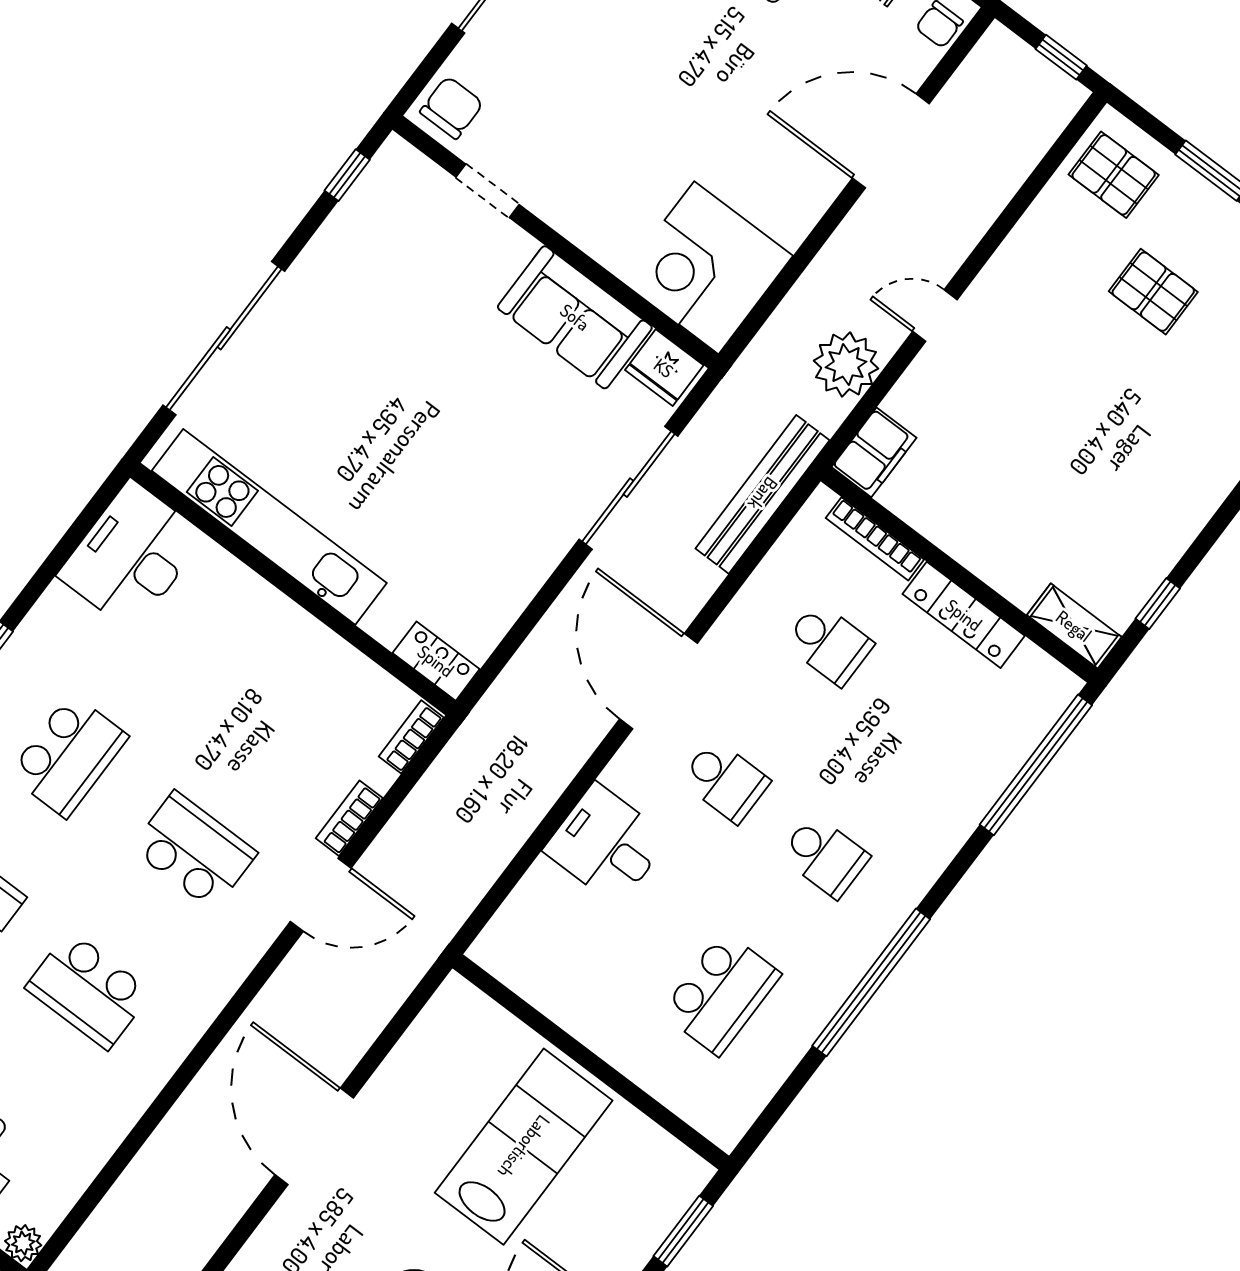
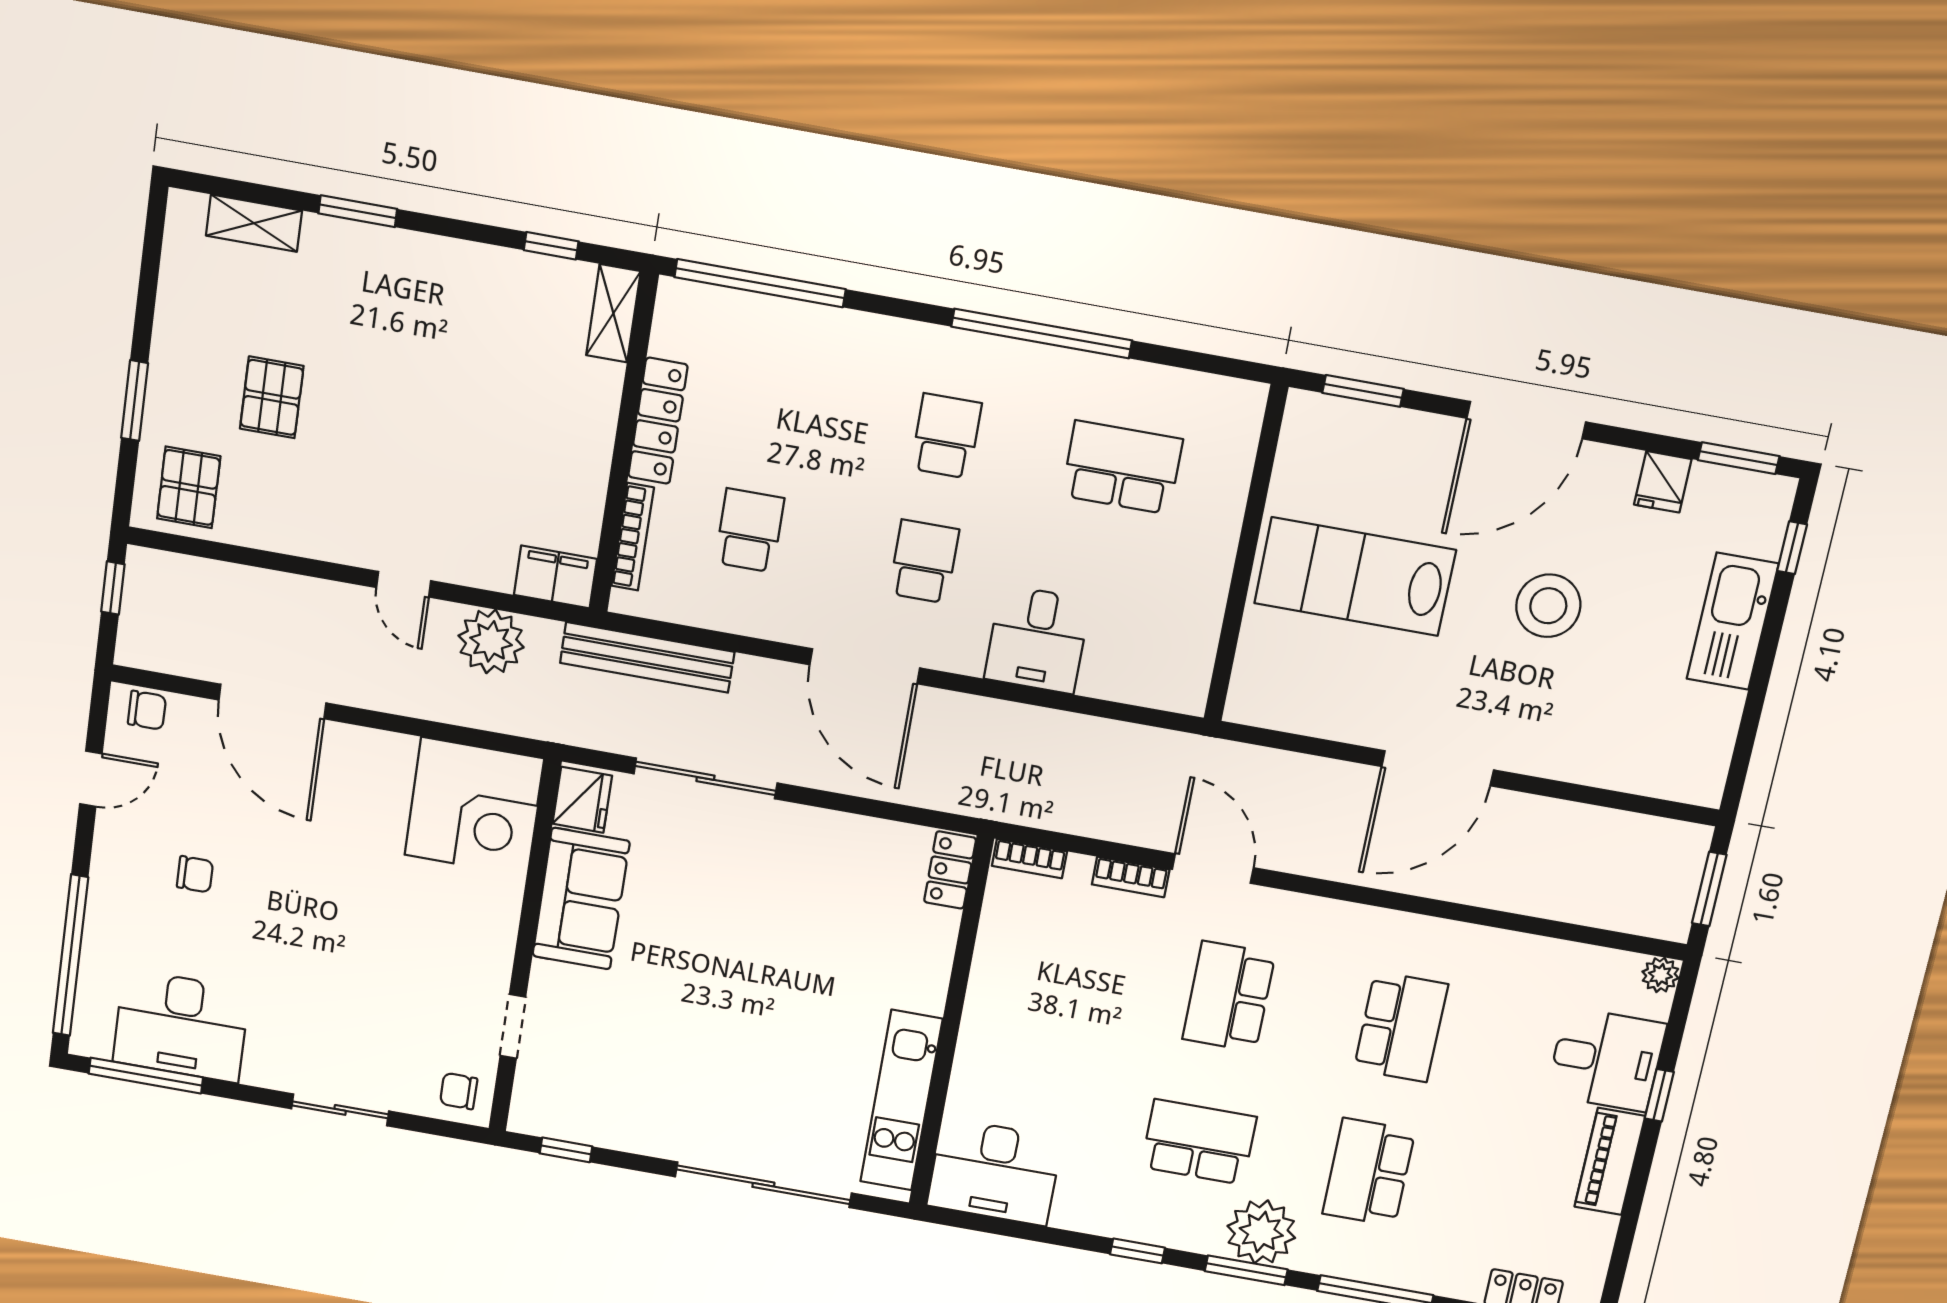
chair: (452, 108) -> (459, 1091), width x0.73, depth x0.73
kitchen unit: (269, 527) -> (901, 1100), width x0.73
door: (658, 681) -> (865, 666), hinge flipped

